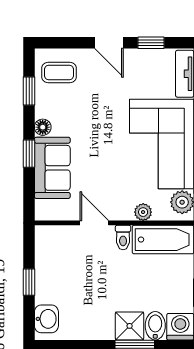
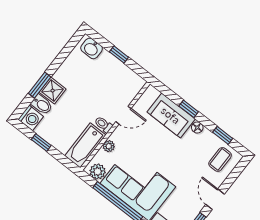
door: (109, 43) -> (215, 199), hinge flipped

